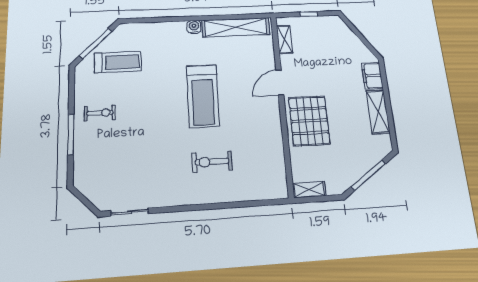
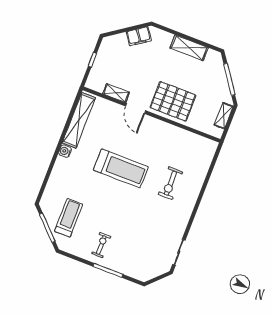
shelving: (285, 39) -> (116, 93), moved
filing cabinet: (372, 76) -> (139, 36), moved, turned -35
shelving: (309, 190) -> (224, 116), moved

